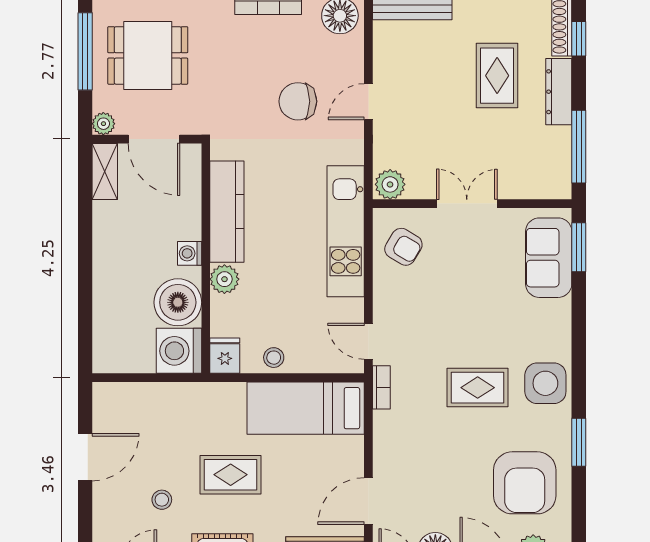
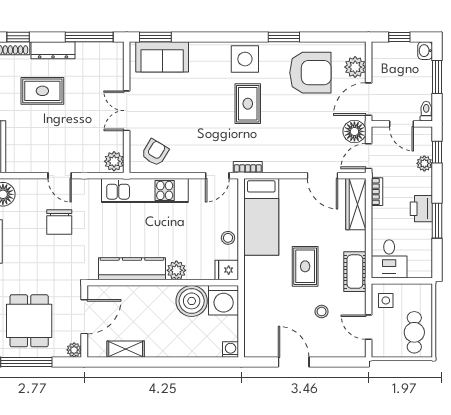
shelving: (105, 171) -> (126, 349), moved
washing machine: (190, 253) -> (231, 350), moved, turned 180

